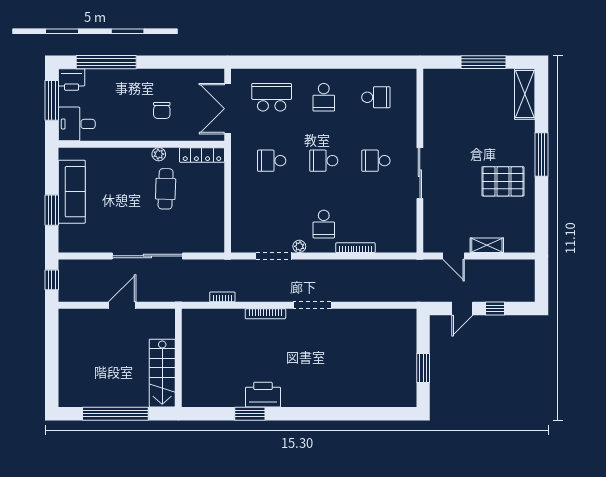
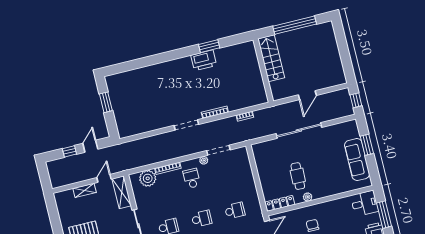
shelving: (433, 229) -> (122, 192), added
plant: (389, 240) -> (148, 178), added
door: (454, 256) -> (104, 178), hinge flipped

